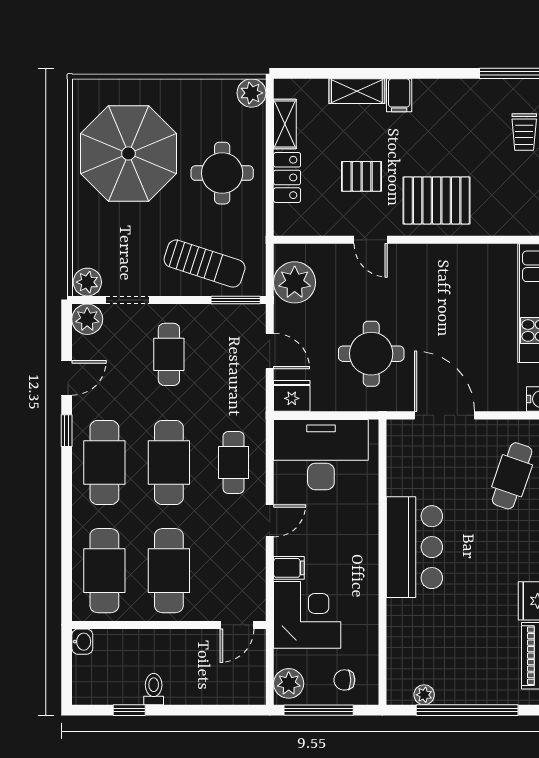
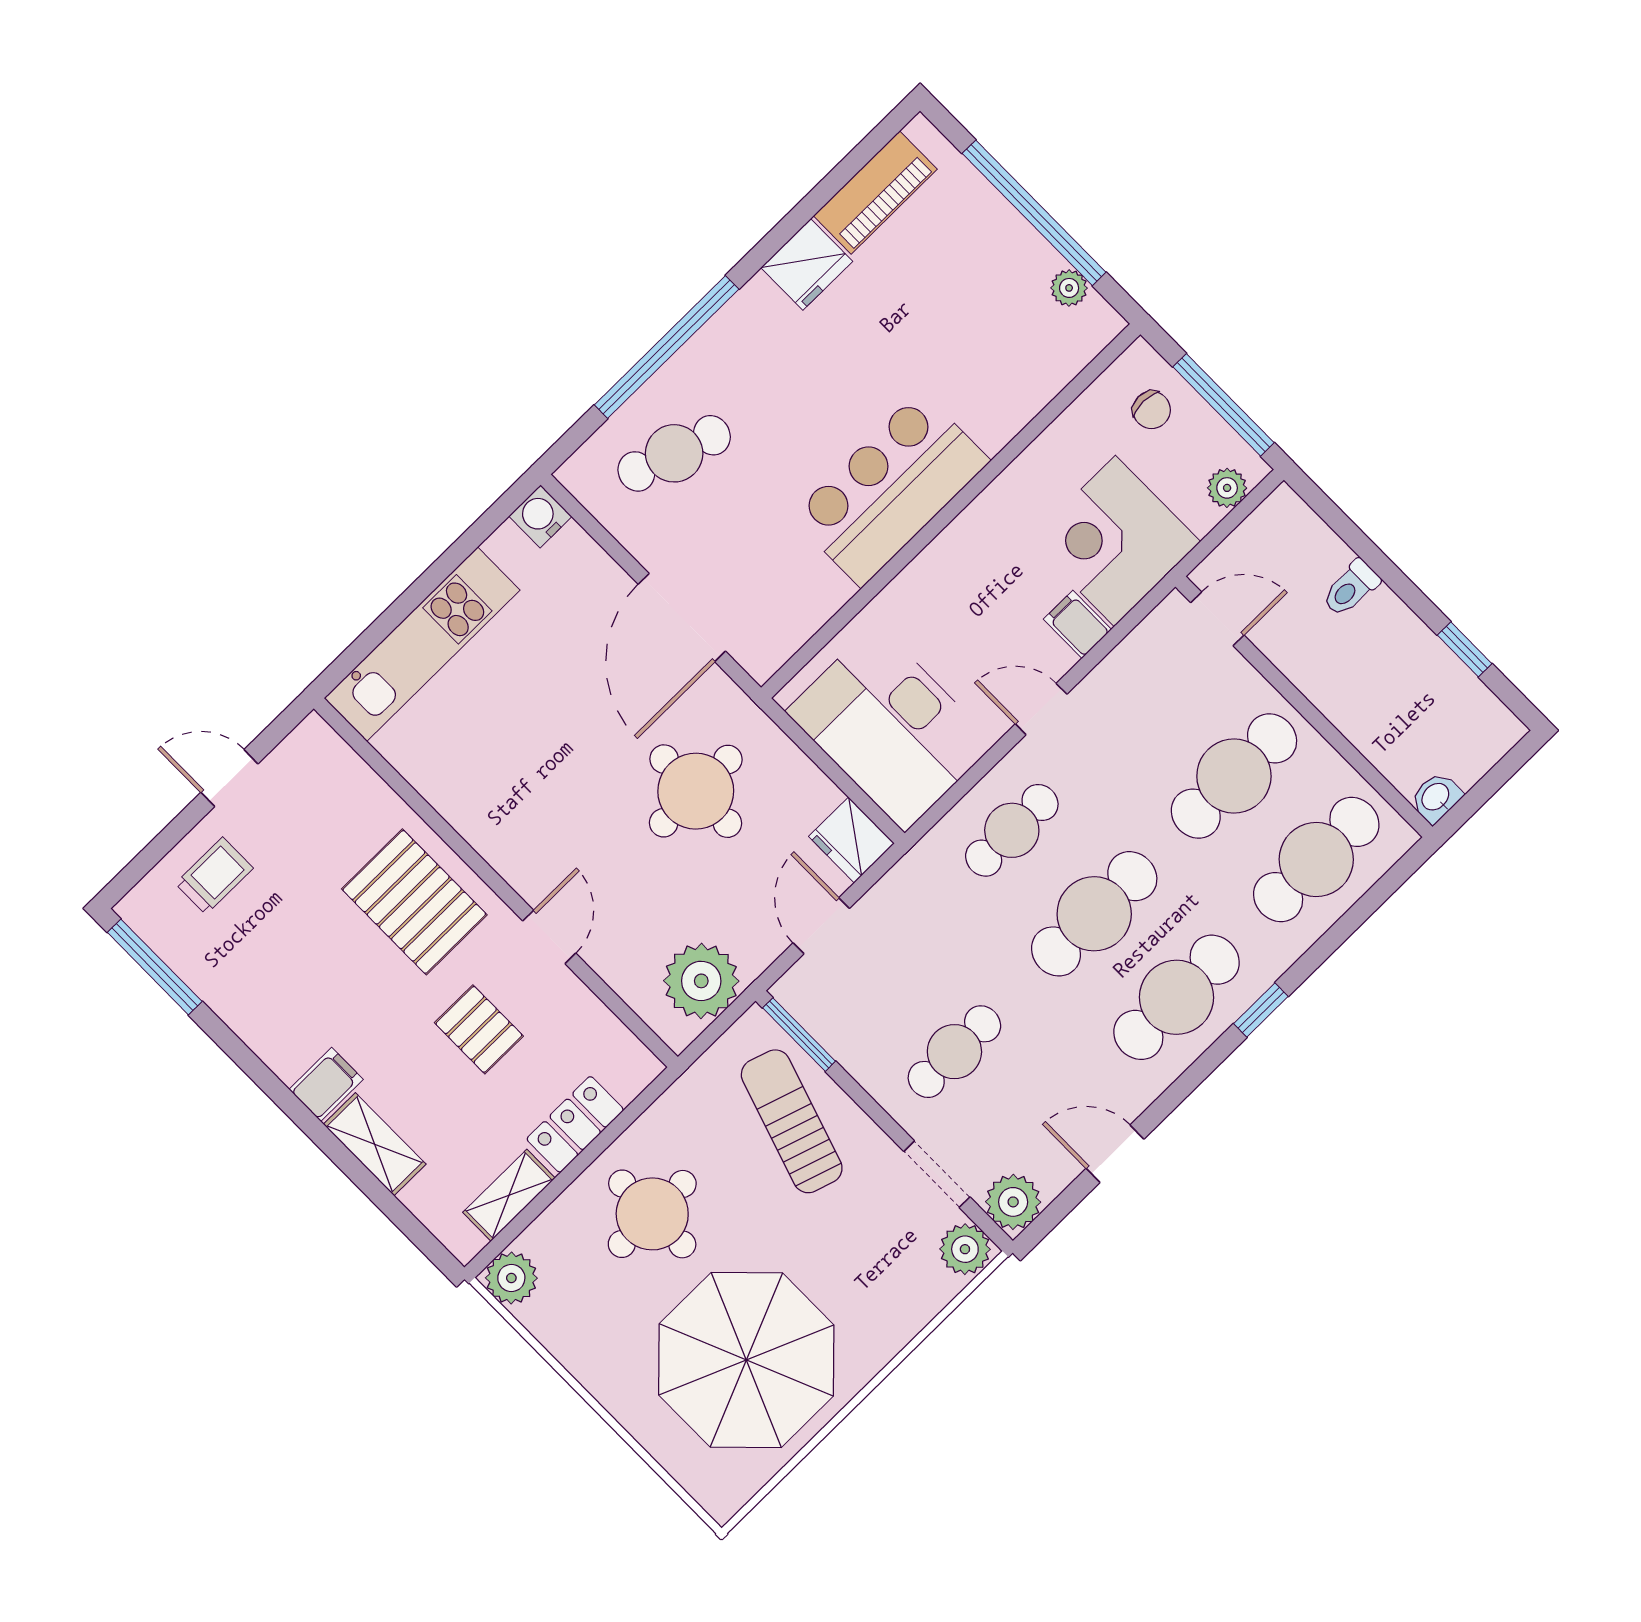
window: (67, 431) -> (1261, 1010), moved
plant: (289, 683) -> (1227, 488), width x0.73, depth x0.73
toilet: (154, 689) -> (1351, 588), moved

